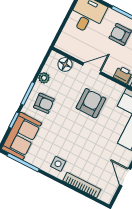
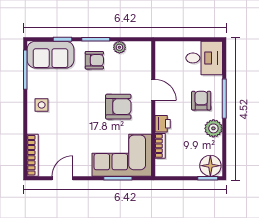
floor lamp: (65, 64) -> (144, 61), removed
armchair: (44, 103) -> (94, 60), turned -86
bookcase: (82, 185) -> (33, 155), moved

